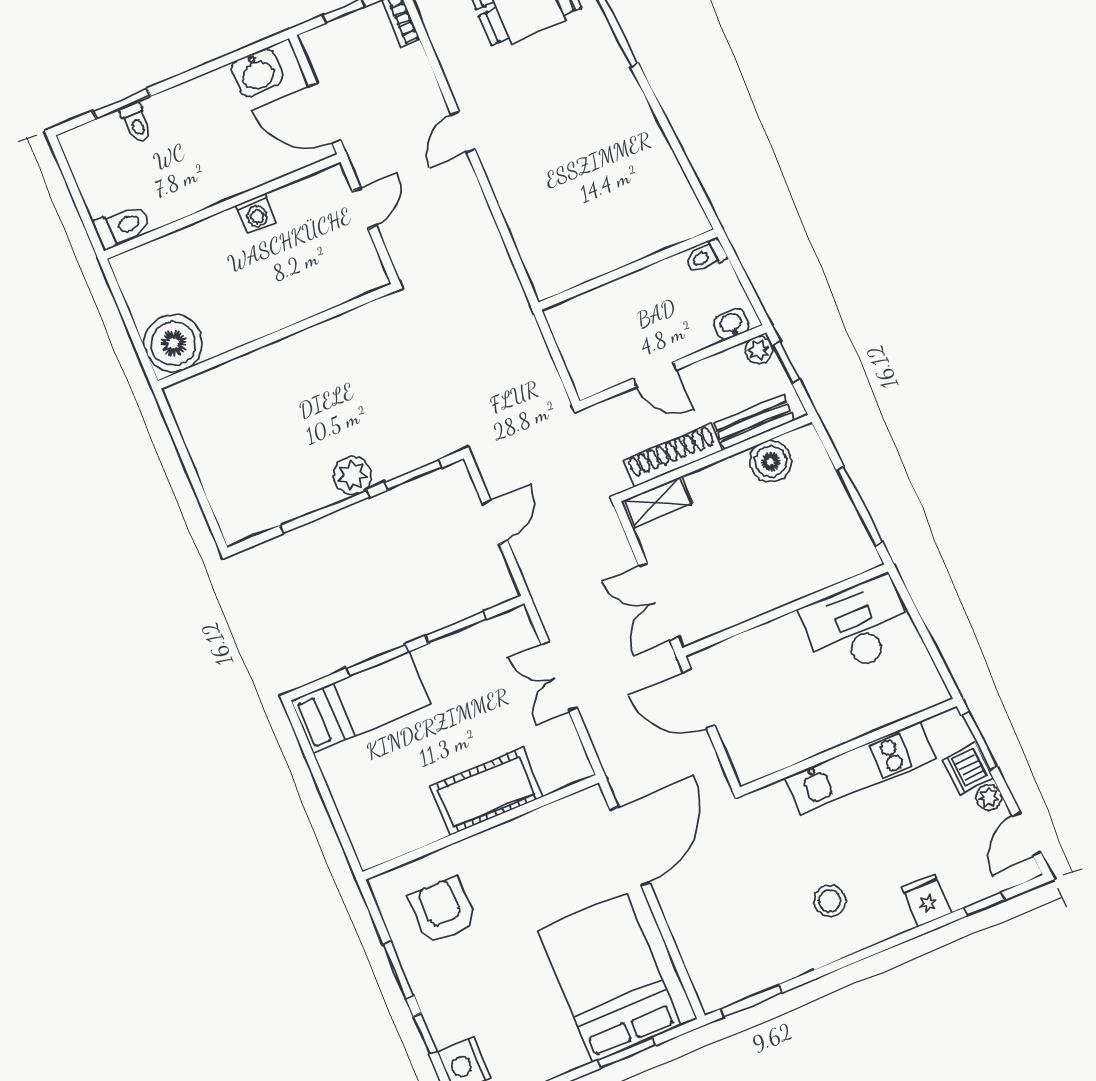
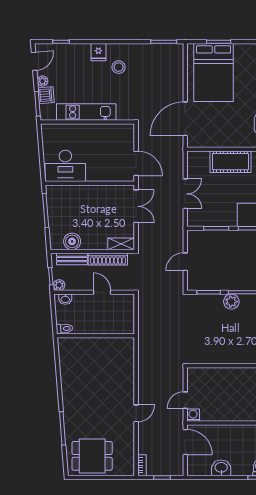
washbasin: (257, 73) -> (221, 468), moved
washing machine: (256, 213) -> (193, 415), moved
fridge: (927, 900) -> (98, 52), moved

